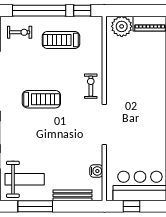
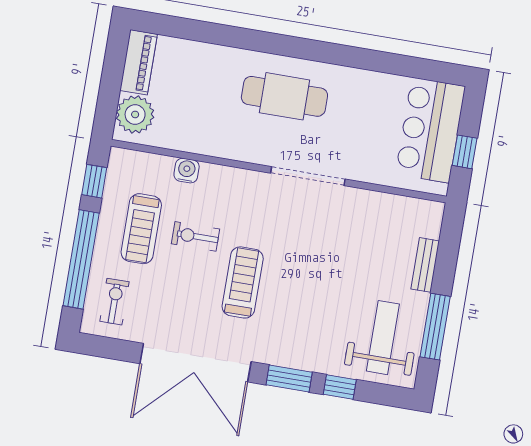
exercise bike: (91, 86) -> (195, 236), moved
cafe table: (145, 105) -> (284, 96), added
water cooler: (96, 171) -> (187, 171), moved
bench: (72, 195) -> (425, 265), width x0.73

